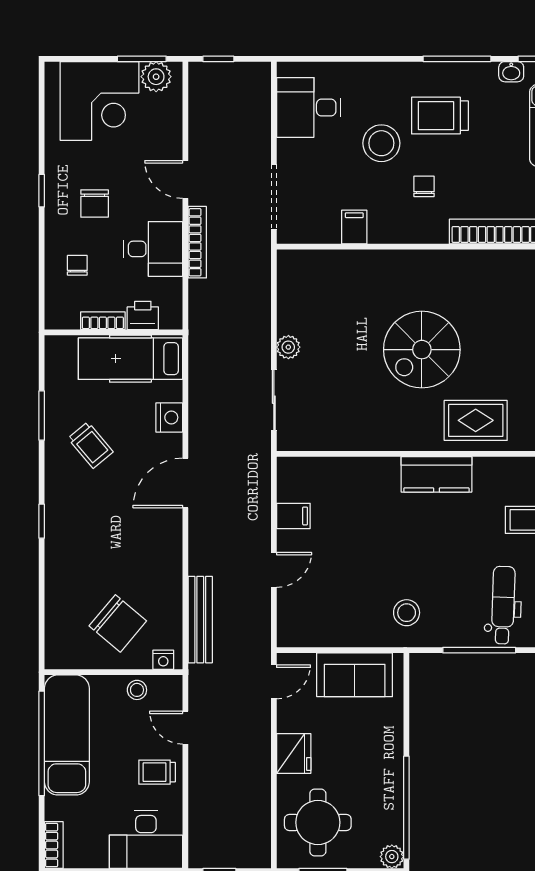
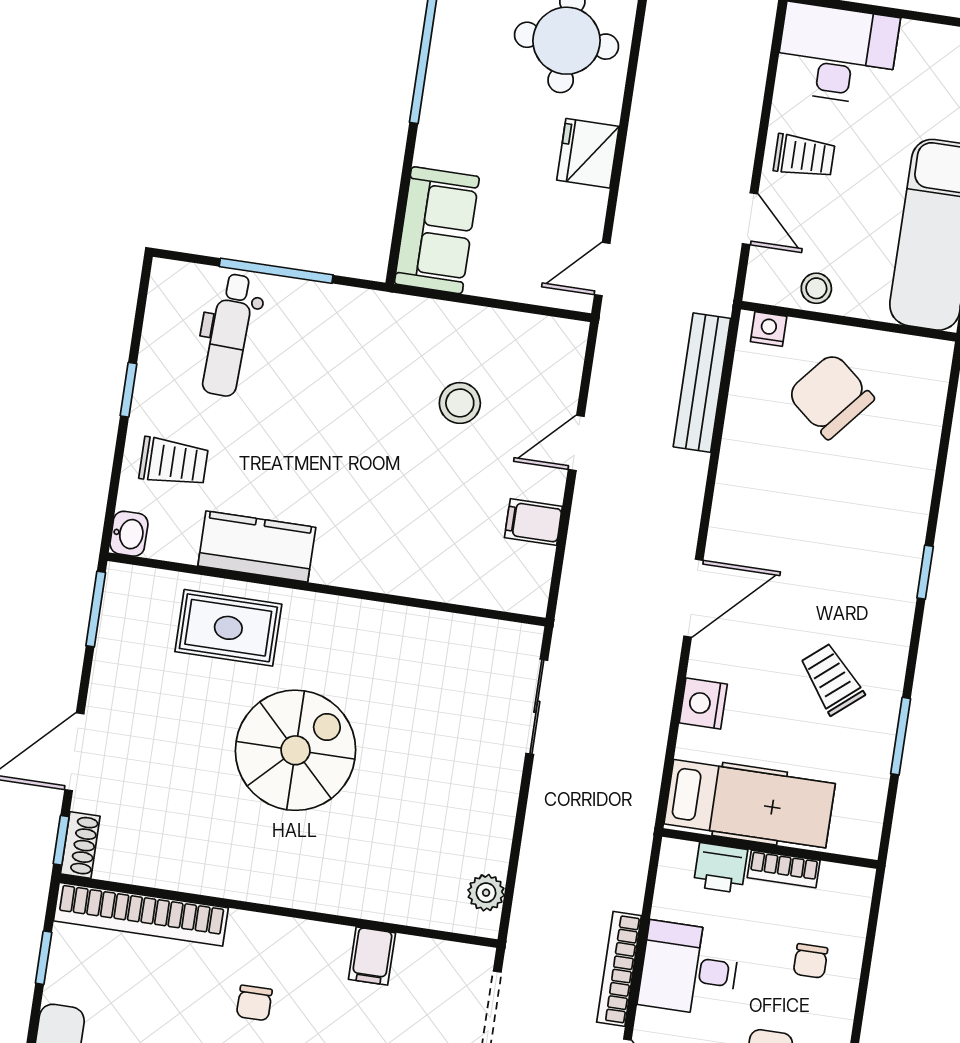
plant: (288, 347) -> (486, 893), moved
kitchen counter: (436, 474) -> (257, 547), moved
stool: (407, 613) -> (460, 403), moved
sofa: (355, 675) -> (437, 230), moved, turned 90

